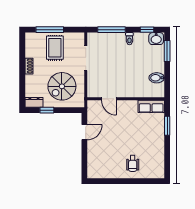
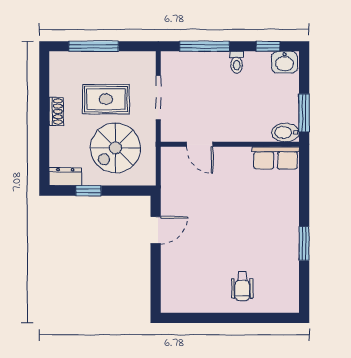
rug: (55, 48) -> (106, 99), moved, turned 90
window: (167, 51) -> (304, 113), moved
door: (109, 99) -> (200, 144), moved
wall: (126, 99) -> (230, 144), moved
row of seats: (151, 106) -> (276, 158), moved
window: (167, 126) -> (304, 244), moved

